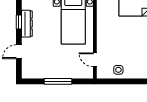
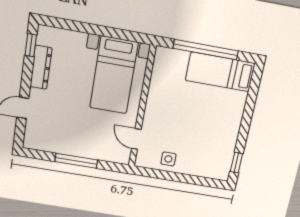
window: (19, 22) -> (31, 45), moved

